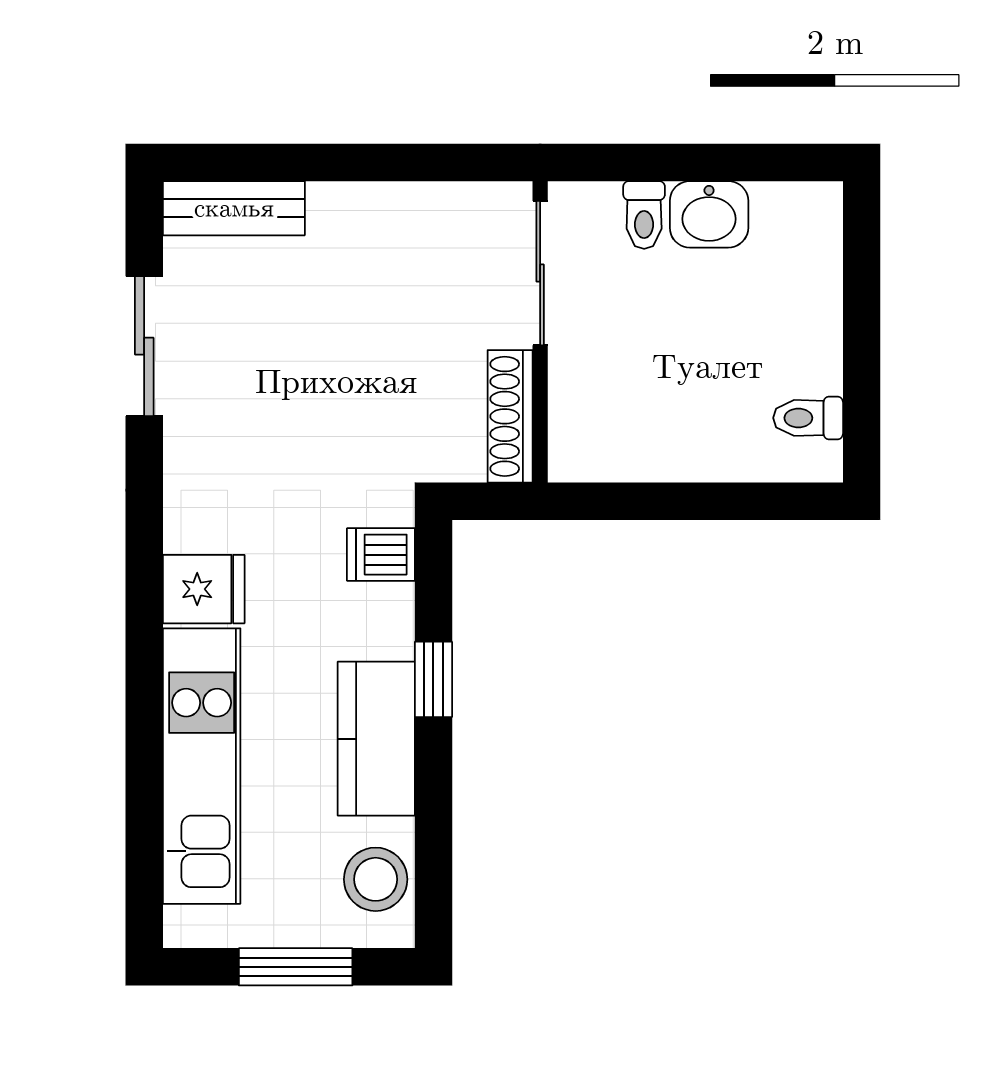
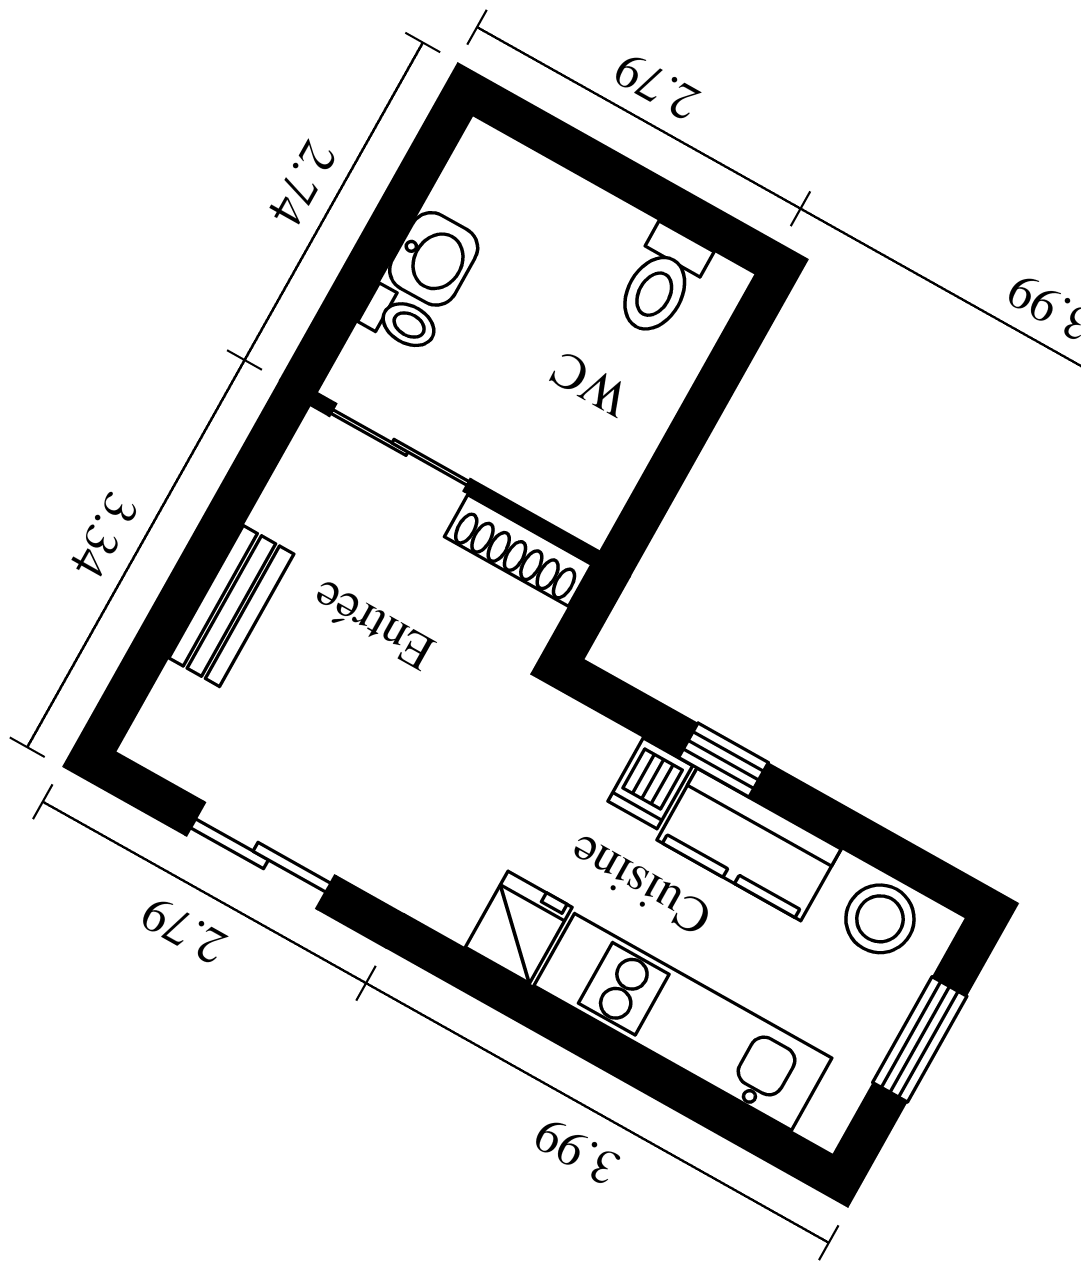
bench: (234, 208) -> (231, 606), moved
toilet: (808, 418) -> (661, 281), width x1.37, depth x1.39
dishwasher: (381, 555) -> (650, 783), moved

